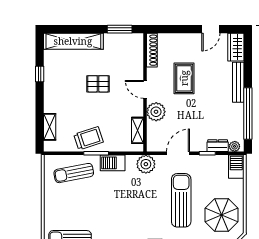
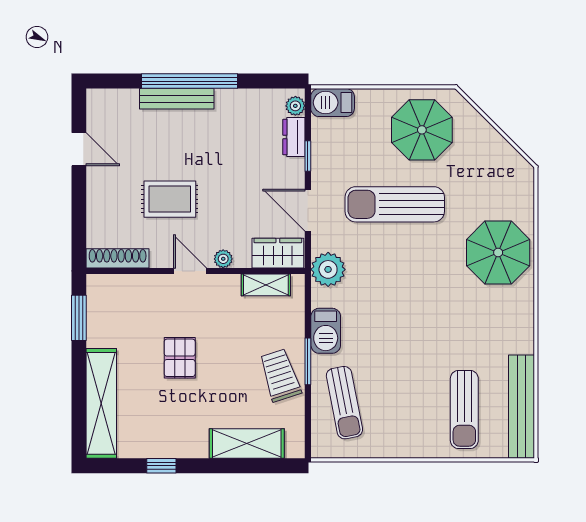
wardrobe: (236, 47) -> (278, 253), moved, turned 180
door: (145, 89) -> (190, 271), swing flipped
plant: (156, 112) -> (223, 259), width x0.53, depth x0.53
window: (248, 114) -> (190, 81), moved
shelving: (50, 127) -> (247, 443), width x1.50, depth x1.33

